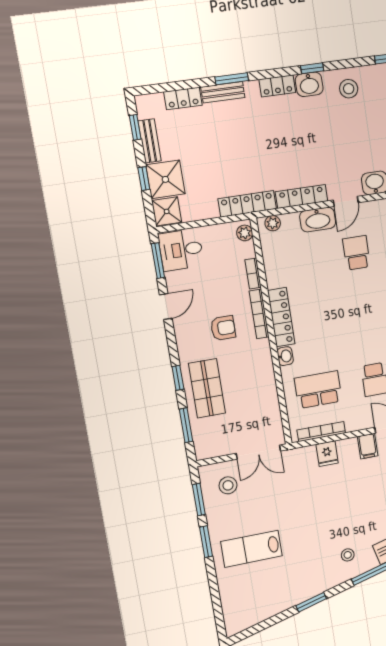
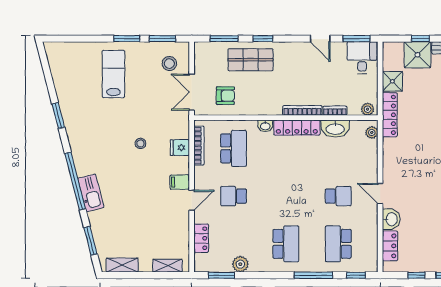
locker: (302, 196) -> (389, 159), removed
shower: (167, 211) -> (392, 81), moved
washbasin: (318, 220) -> (335, 129), moved, turned -90
armchair: (223, 328) -> (225, 96), moved, turned -90
stool: (348, 555) -> (140, 143), moved

